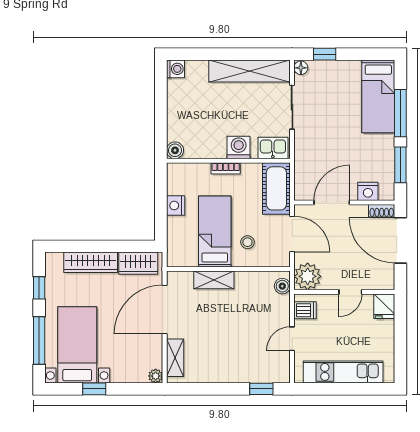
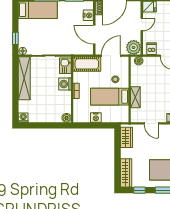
wardrobe: (91, 262) -> (126, 173), moved
door: (350, 292) -> (142, 25), hinge flipped
door: (165, 309) -> (151, 123), width x0.53

